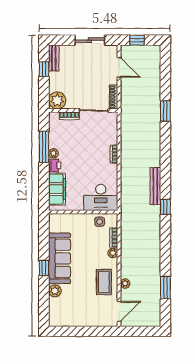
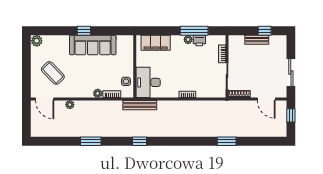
bench: (54, 58) -> (257, 40), moved
door: (119, 67) -> (266, 99), hinge flipped
plant: (57, 100) -> (236, 43), removed
printer: (55, 166) -> (199, 41), moved
bench: (155, 186) -> (140, 105), moved
coffee table: (104, 282) -> (53, 73), moved, turned 46
window: (165, 288) -> (91, 141), moved
plant: (55, 291) -> (37, 41), moved

